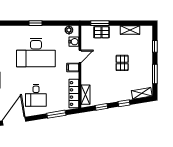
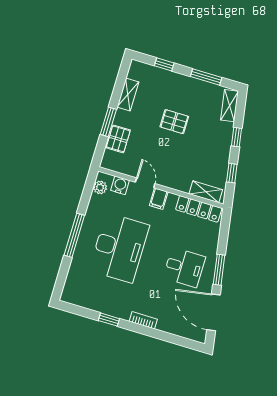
window: (35, 23) -> (74, 235), width x2.17
window: (100, 23) -> (108, 122), moved
window: (56, 114) -> (219, 270), moved

